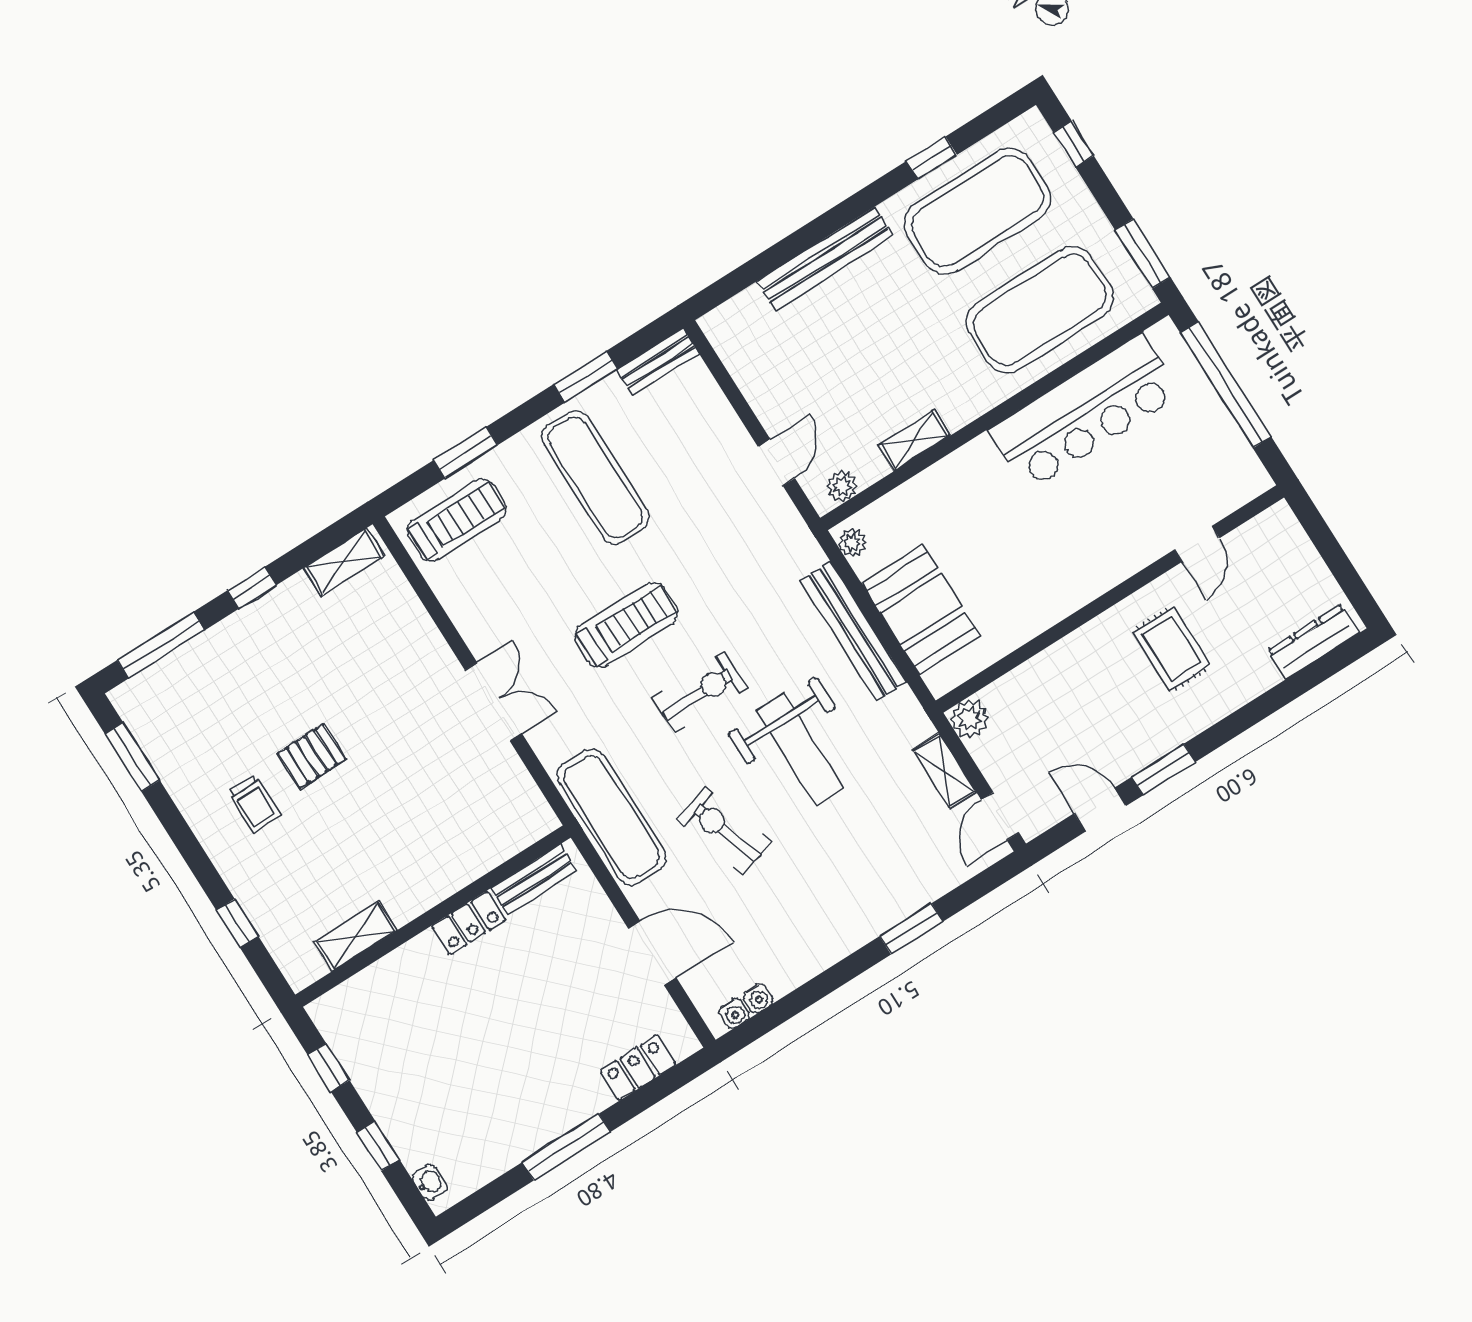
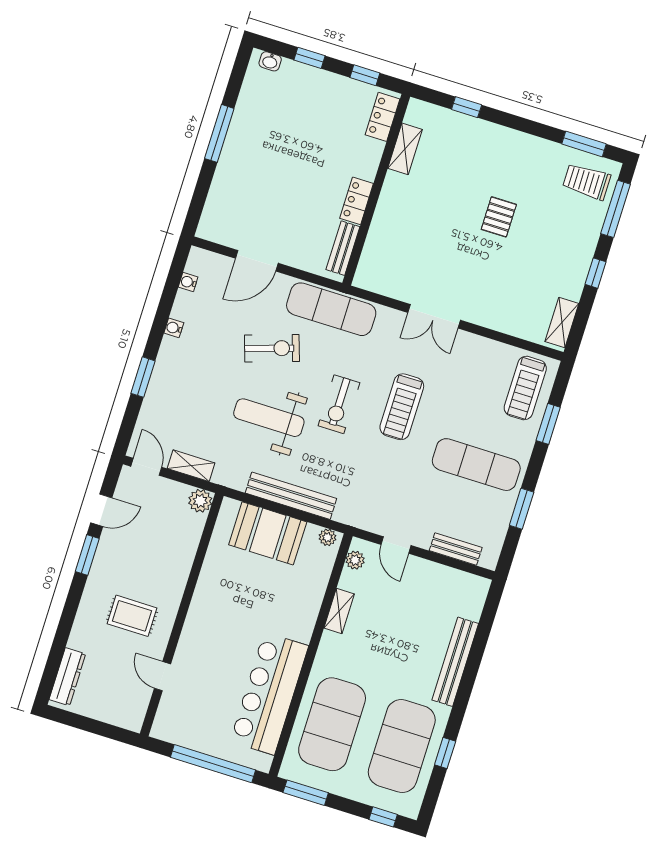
bench: (658, 362) -> (456, 549), moved, turned 90
trolley: (254, 804) -> (587, 182), moved, width x1.36, depth x1.39
water cooler: (734, 1013) -> (174, 328), moved
locker: (638, 1068) -> (383, 117), moved, turned 180

